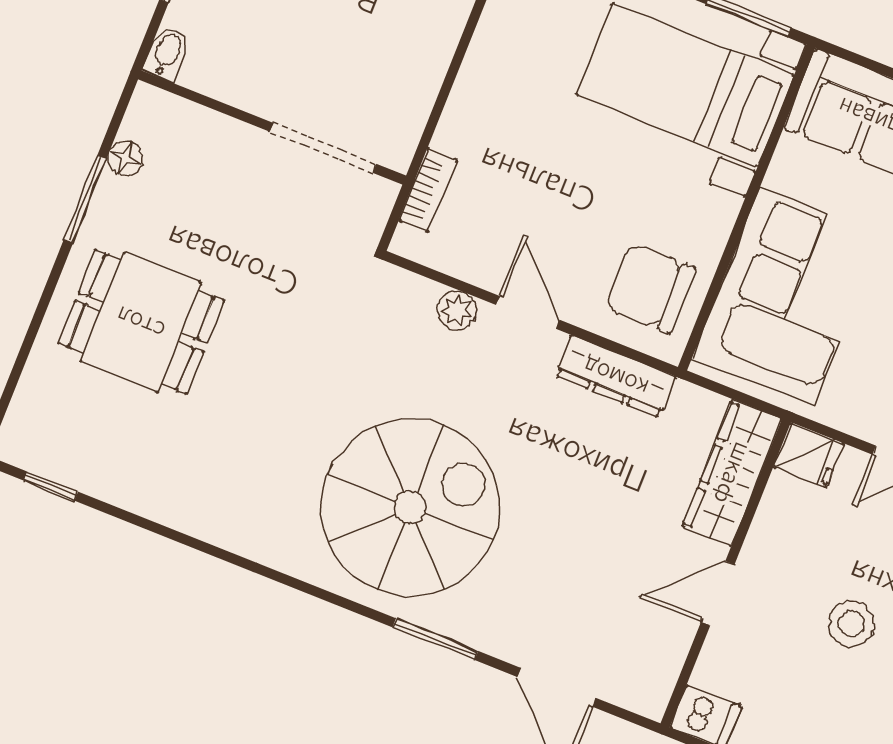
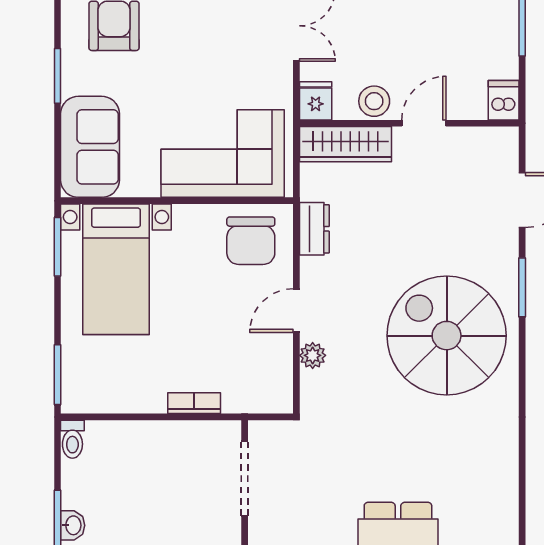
bookcase: (428, 190) -> (194, 403), moved
dresser: (616, 376) -> (314, 229), width x0.70
door: (718, 593) -> (424, 123), swing flipped
stool: (851, 624) -> (374, 101), moved

